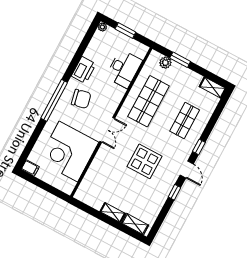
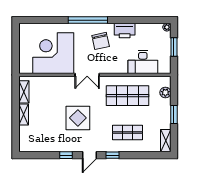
window: (180, 60) -> (174, 115), moved
filing cabinet: (30, 168) -> (24, 30), removed
shelving: (135, 224) -> (24, 92), moved

